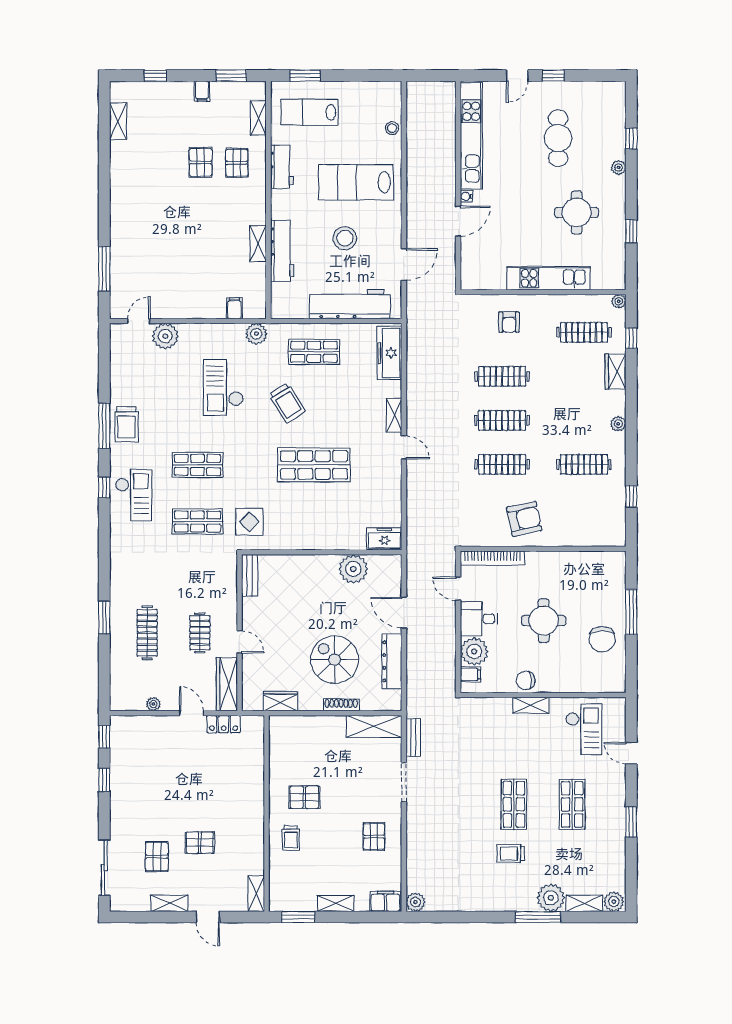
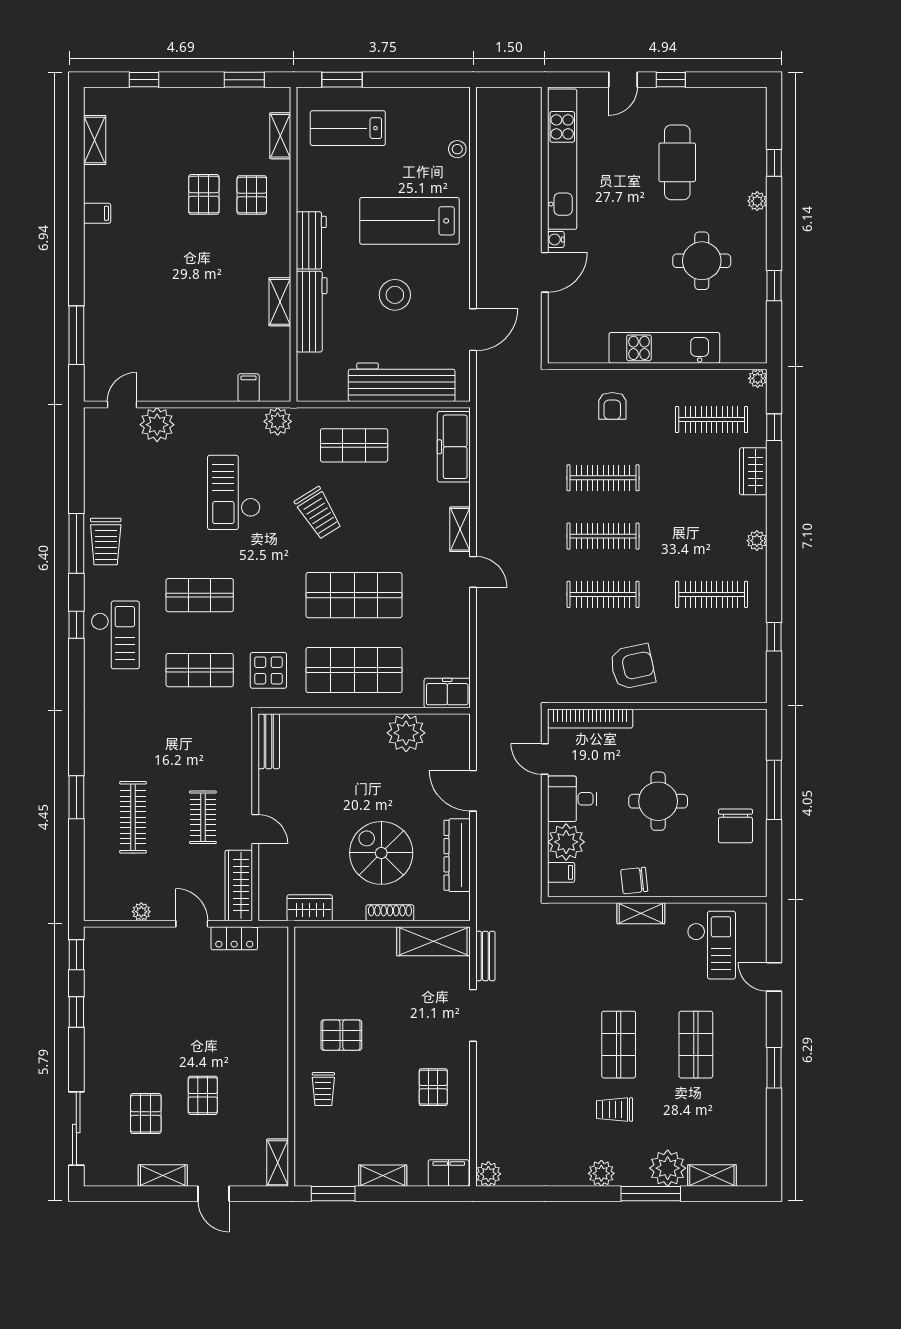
filing cabinet: (202, 91) -> (97, 213), moved, turned -90
workbench: (282, 167) -> (311, 240), moved
shop shelf: (314, 522) -> (354, 670), added
pallet: (200, 843) -> (203, 1095), turned 90
plant: (614, 902) -> (601, 1173), moved

